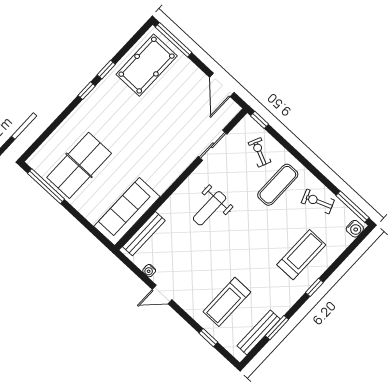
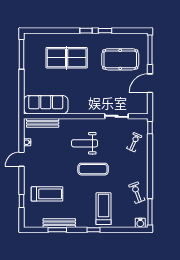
pool table: (147, 65) -> (120, 59), moved
door: (222, 85) -> (150, 83), moved
table tennis table: (79, 165) -> (67, 58), moved
exercise mat: (278, 185) -> (93, 169), moved
treadmill: (301, 255) -> (104, 209), turned -90
door: (162, 295) -> (21, 159), hinge flipped
treadmill: (227, 302) -> (47, 194), turned 180
bench: (259, 332) -> (59, 223), moved

